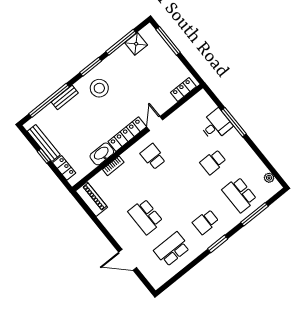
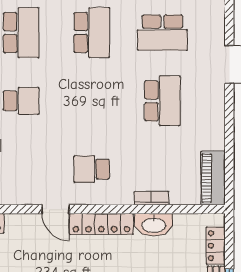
door: (155, 124) -> (56, 209), hinge flipped
school desk: (153, 157) -> (92, 169), turned 90
school desk: (206, 222) -> (92, 33), width x1.85

